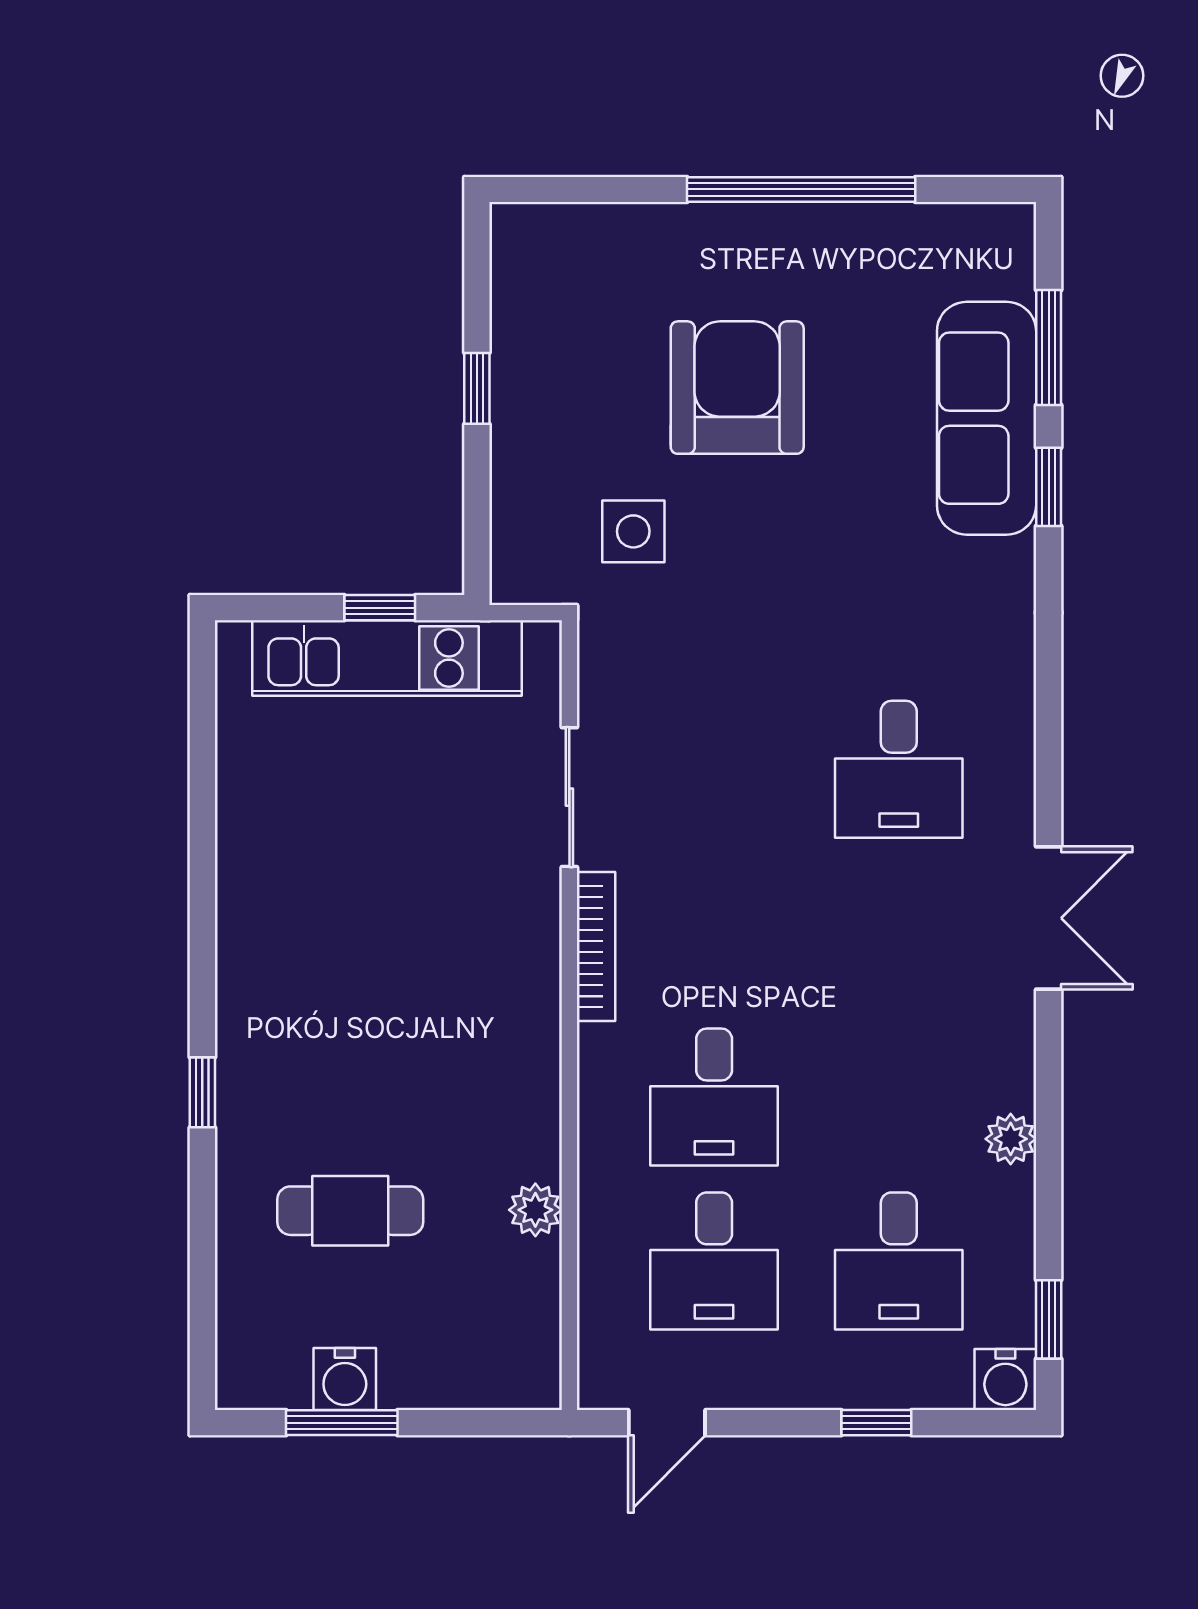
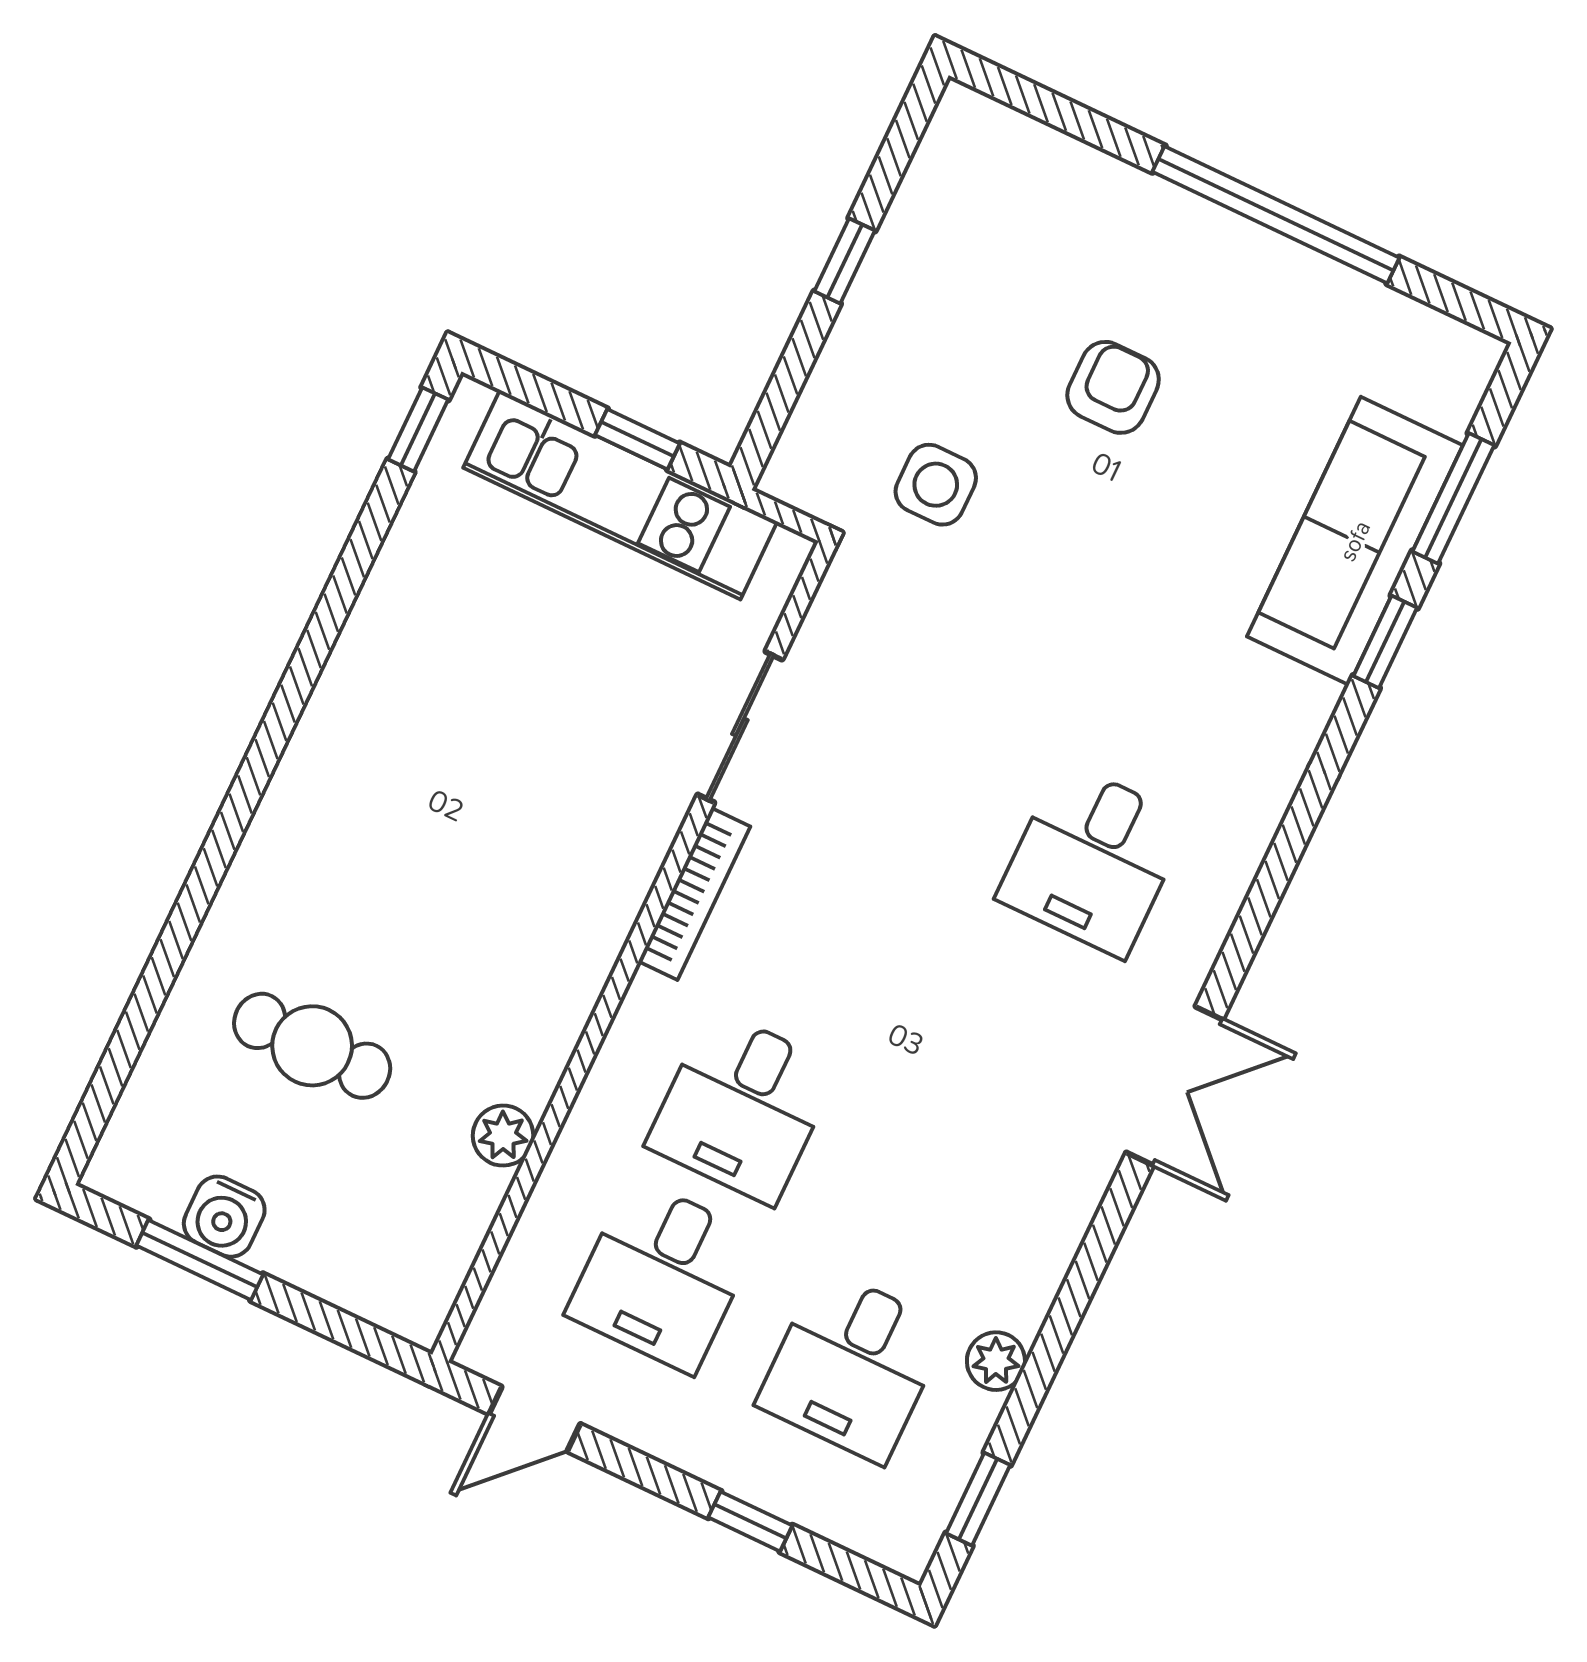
armchair: (737, 388) -> (1113, 387), width x0.53, depth x0.53
window: (202, 1092) -> (418, 429), moved
plant: (1011, 1139) -> (996, 1361), moved
water cooler: (1005, 1379) -> (904, 1540), removed

